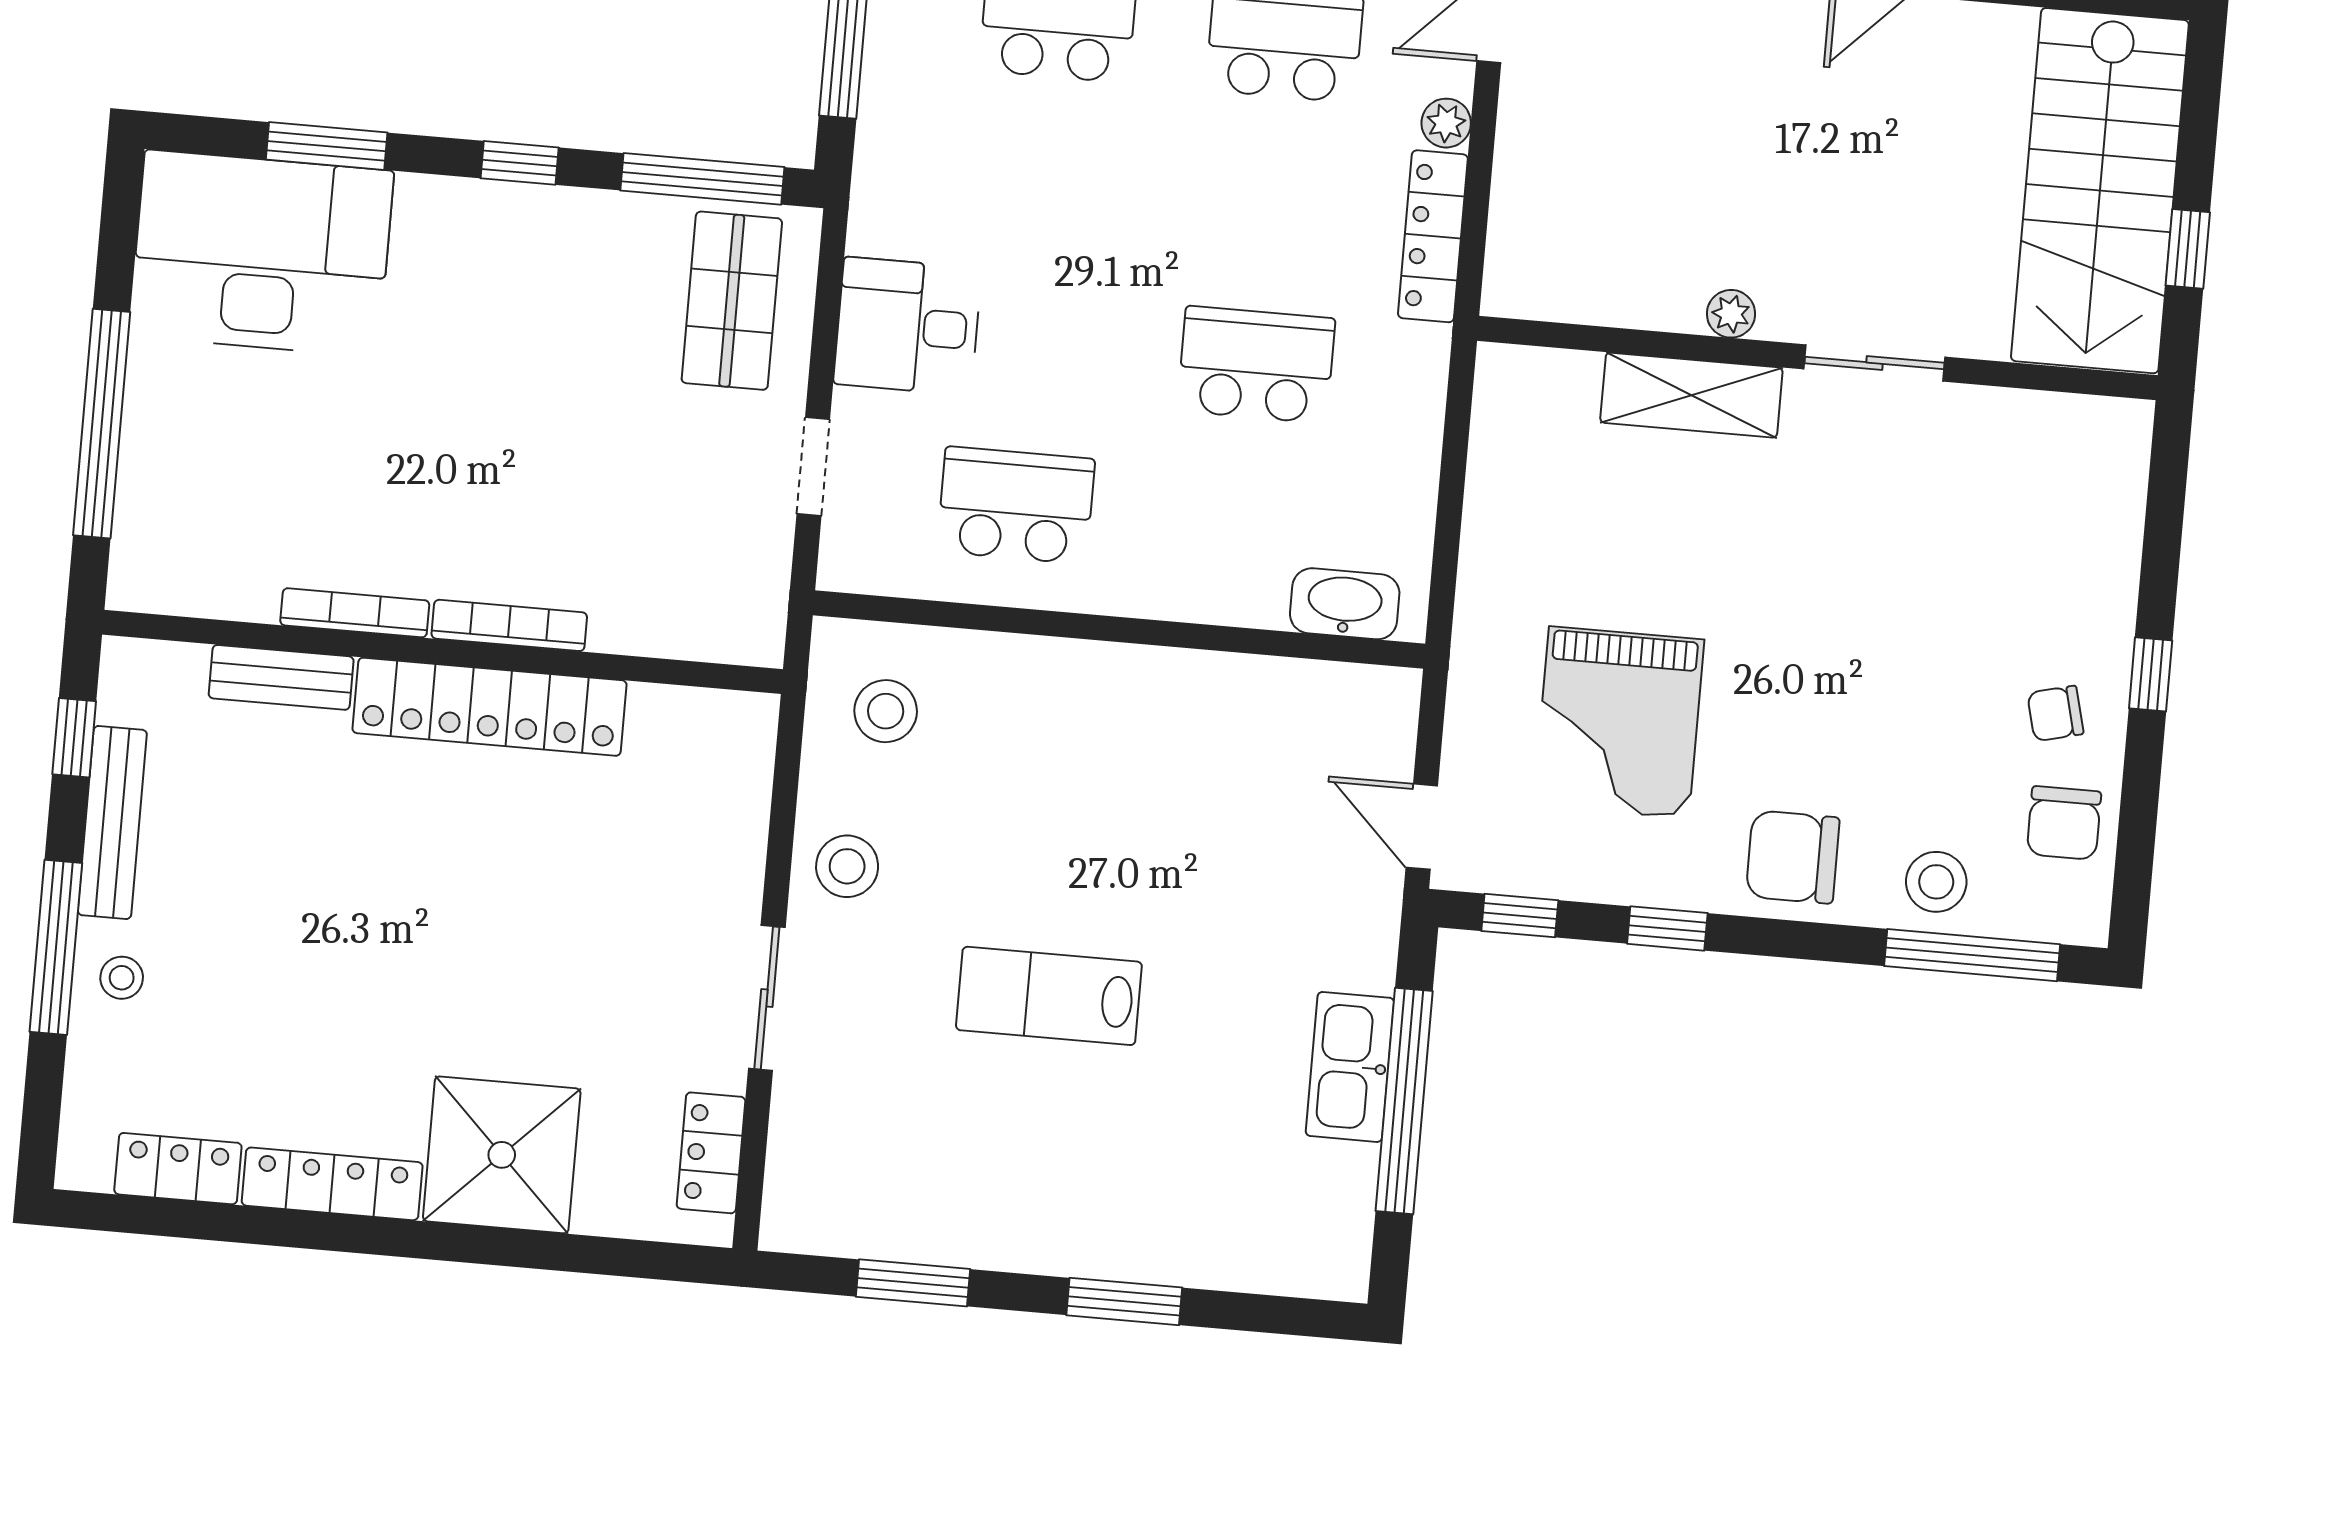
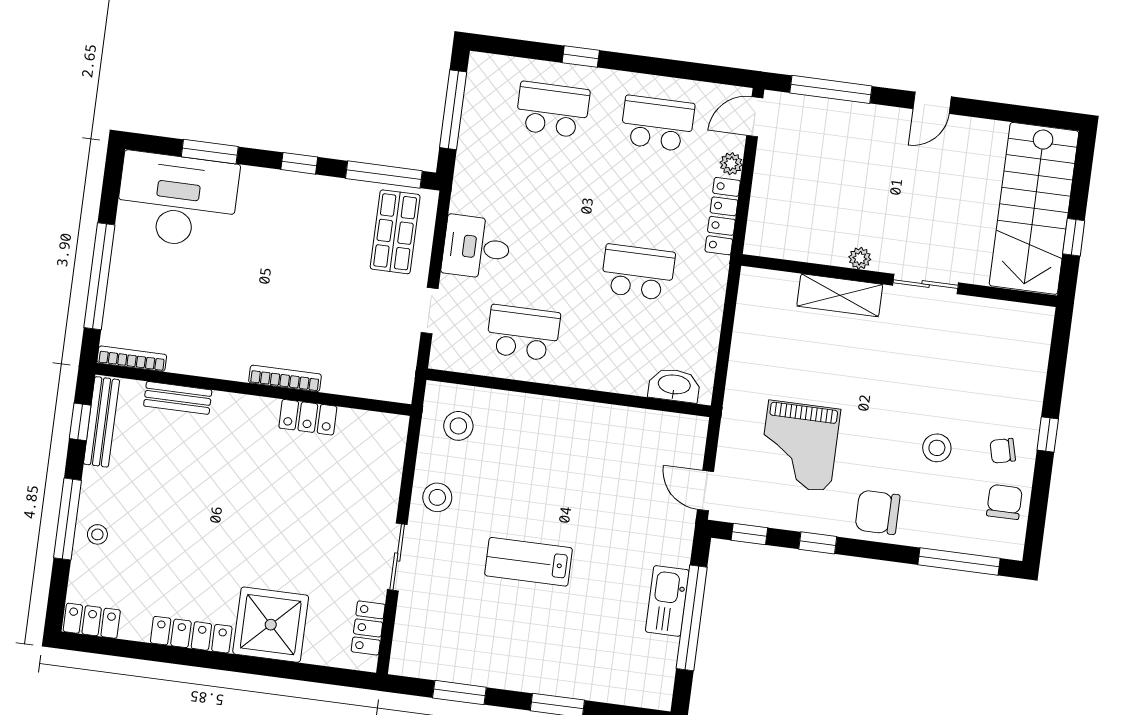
bookcase: (355, 613) -> (132, 359), moved
locker: (490, 707) -> (308, 417), width x0.46, depth x0.83
bench: (112, 823) -> (102, 422), moved
chair: (2064, 823) -> (1004, 502), turned 180
stool: (1936, 882) -> (937, 448), moved
locker: (178, 1169) -> (92, 621), moved

